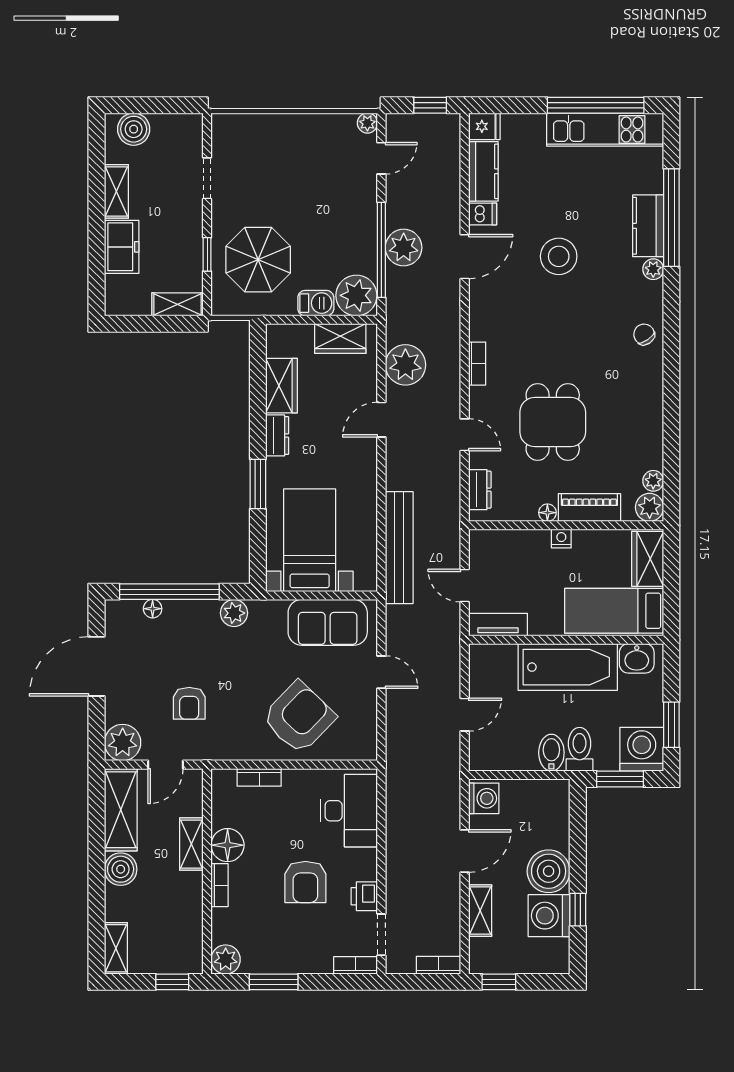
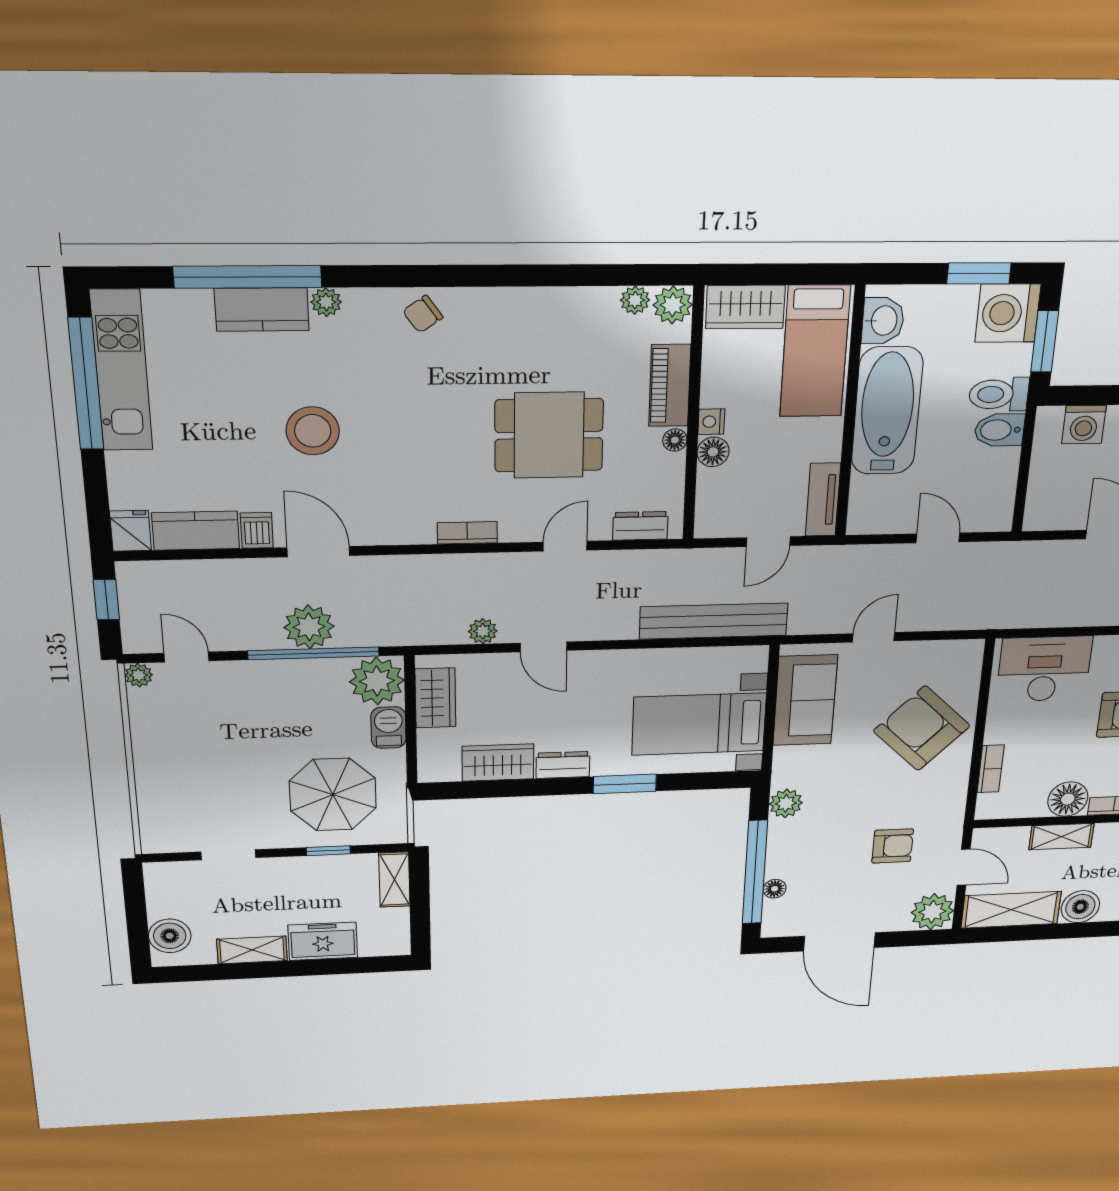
plant: (405, 365) -> (483, 631), width x0.53, depth x0.53
floor lamp: (538, 541) -> (713, 452), added
washing machine: (484, 798) -> (1084, 425), moved, turned 180

